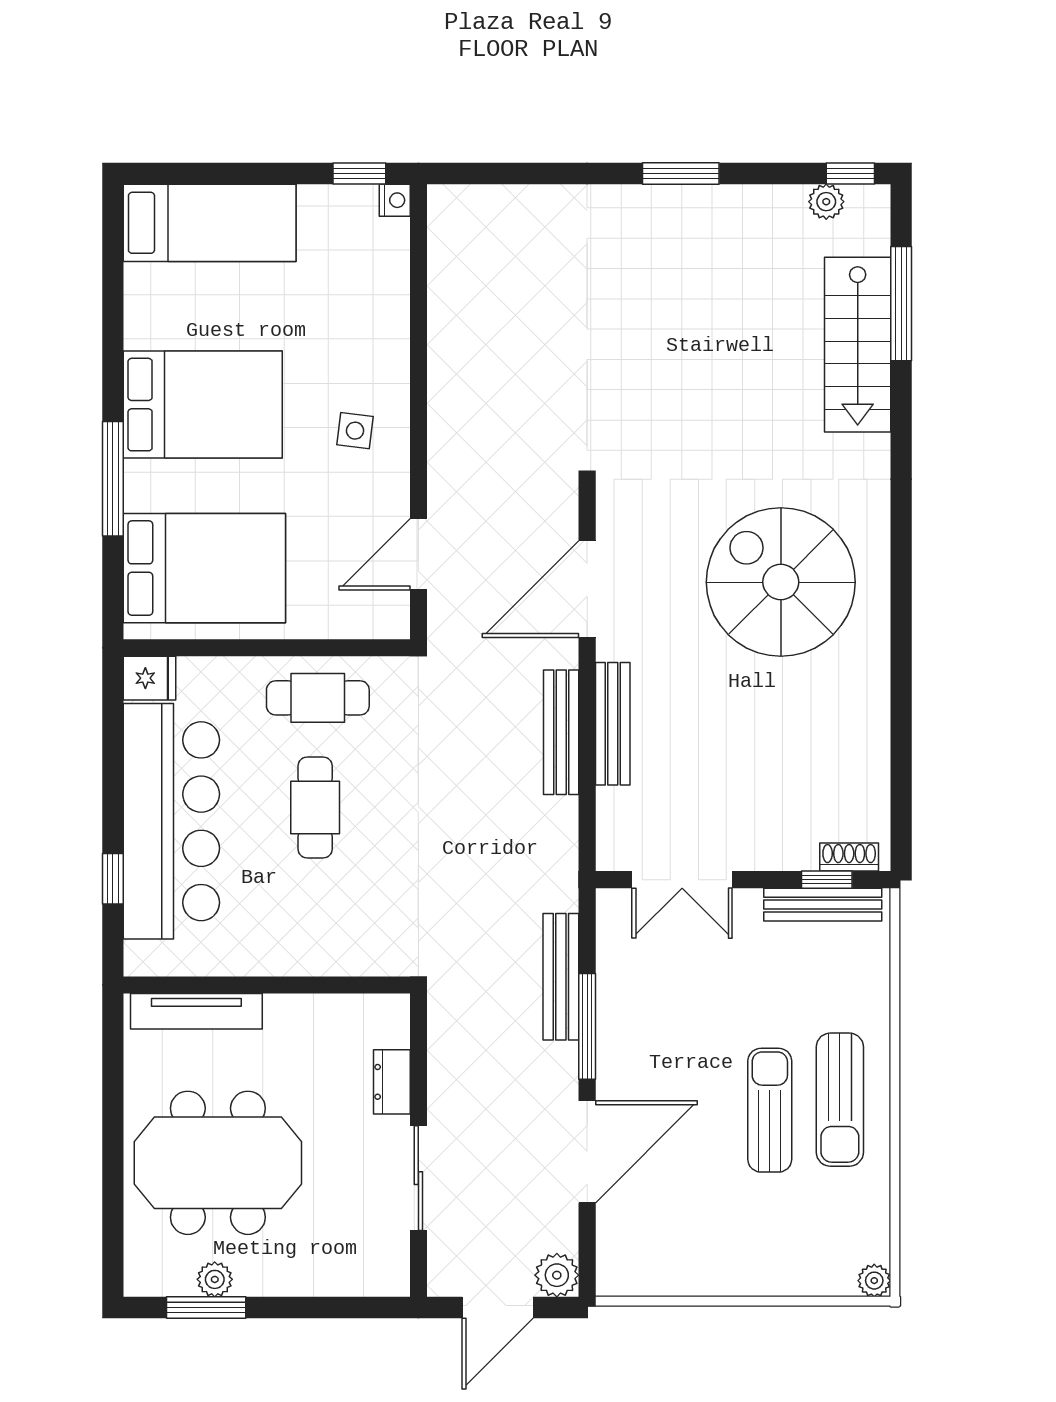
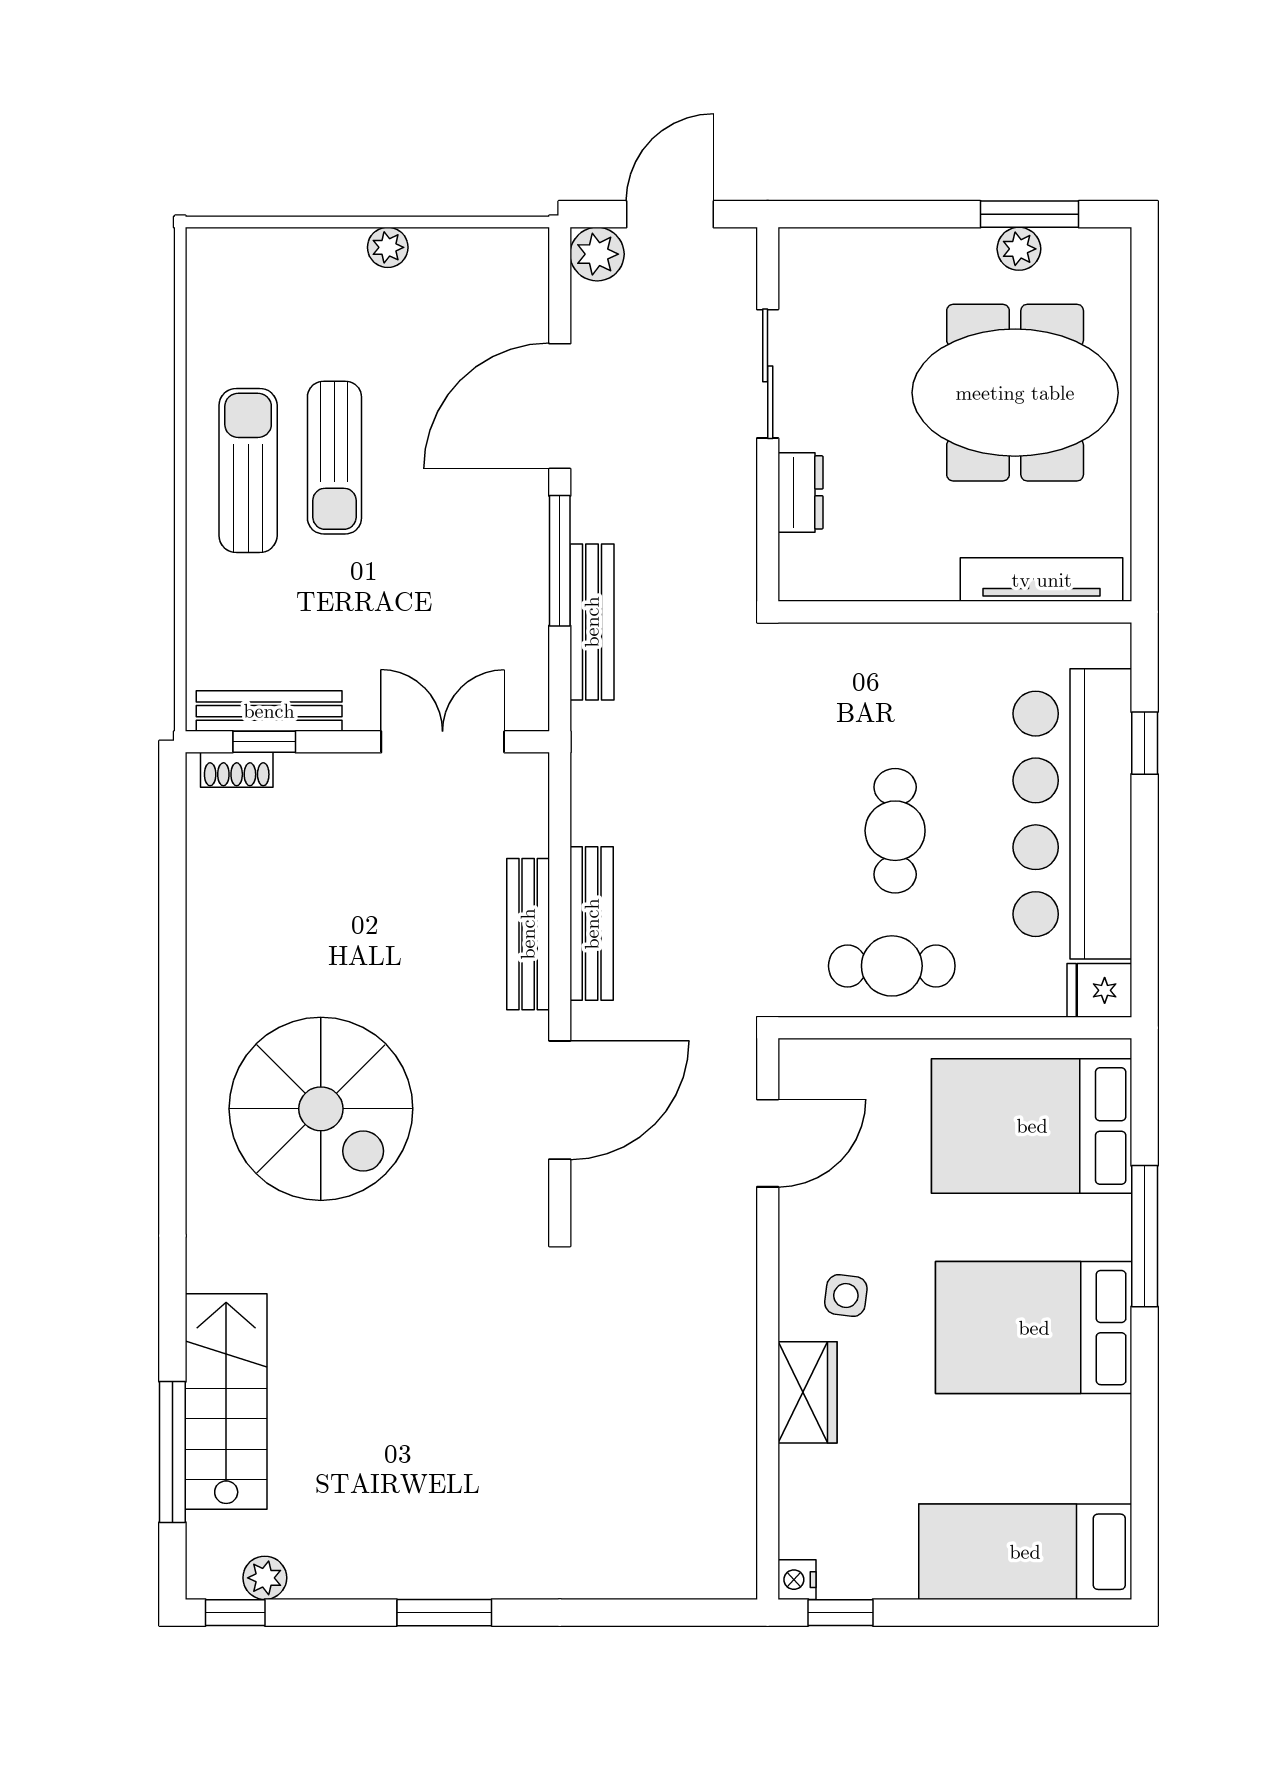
wardrobe: (386, 352) -> (808, 1392), added
plant: (874, 1281) -> (388, 247), moved

